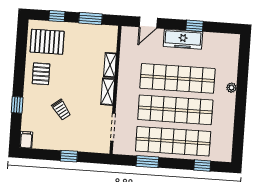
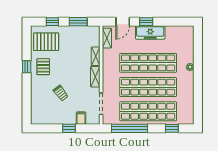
window: (195, 26) -> (146, 22), moved
shelving: (126, 43) -> (107, 38), added
window: (17, 105) -> (27, 67), moved
filing cabinet: (26, 140) -> (81, 118), moved
window: (147, 162) -> (130, 128), width x2.11

